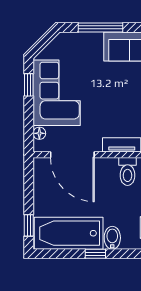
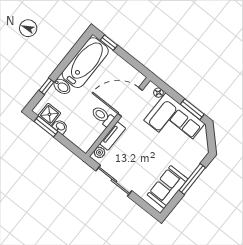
window: (29, 85) -> (192, 109), width x1.50
toilet: (128, 171) -> (103, 116), moved
window: (95, 254) -> (46, 86), moved

